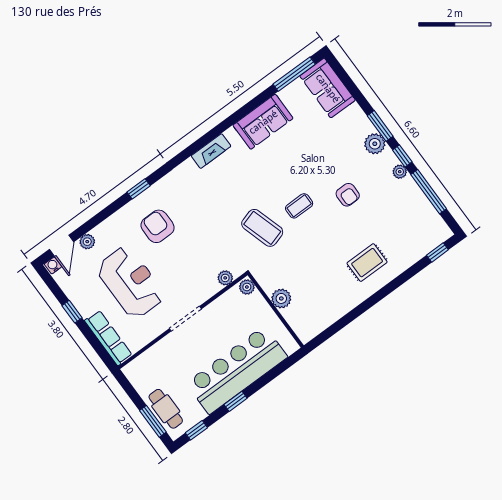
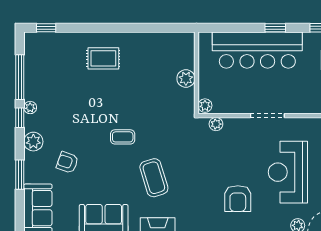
window: (380, 126) -> (20, 175), moved
armchair: (348, 195) -> (67, 162), moved, turned -71
coffee table: (262, 228) -> (154, 178), moved

